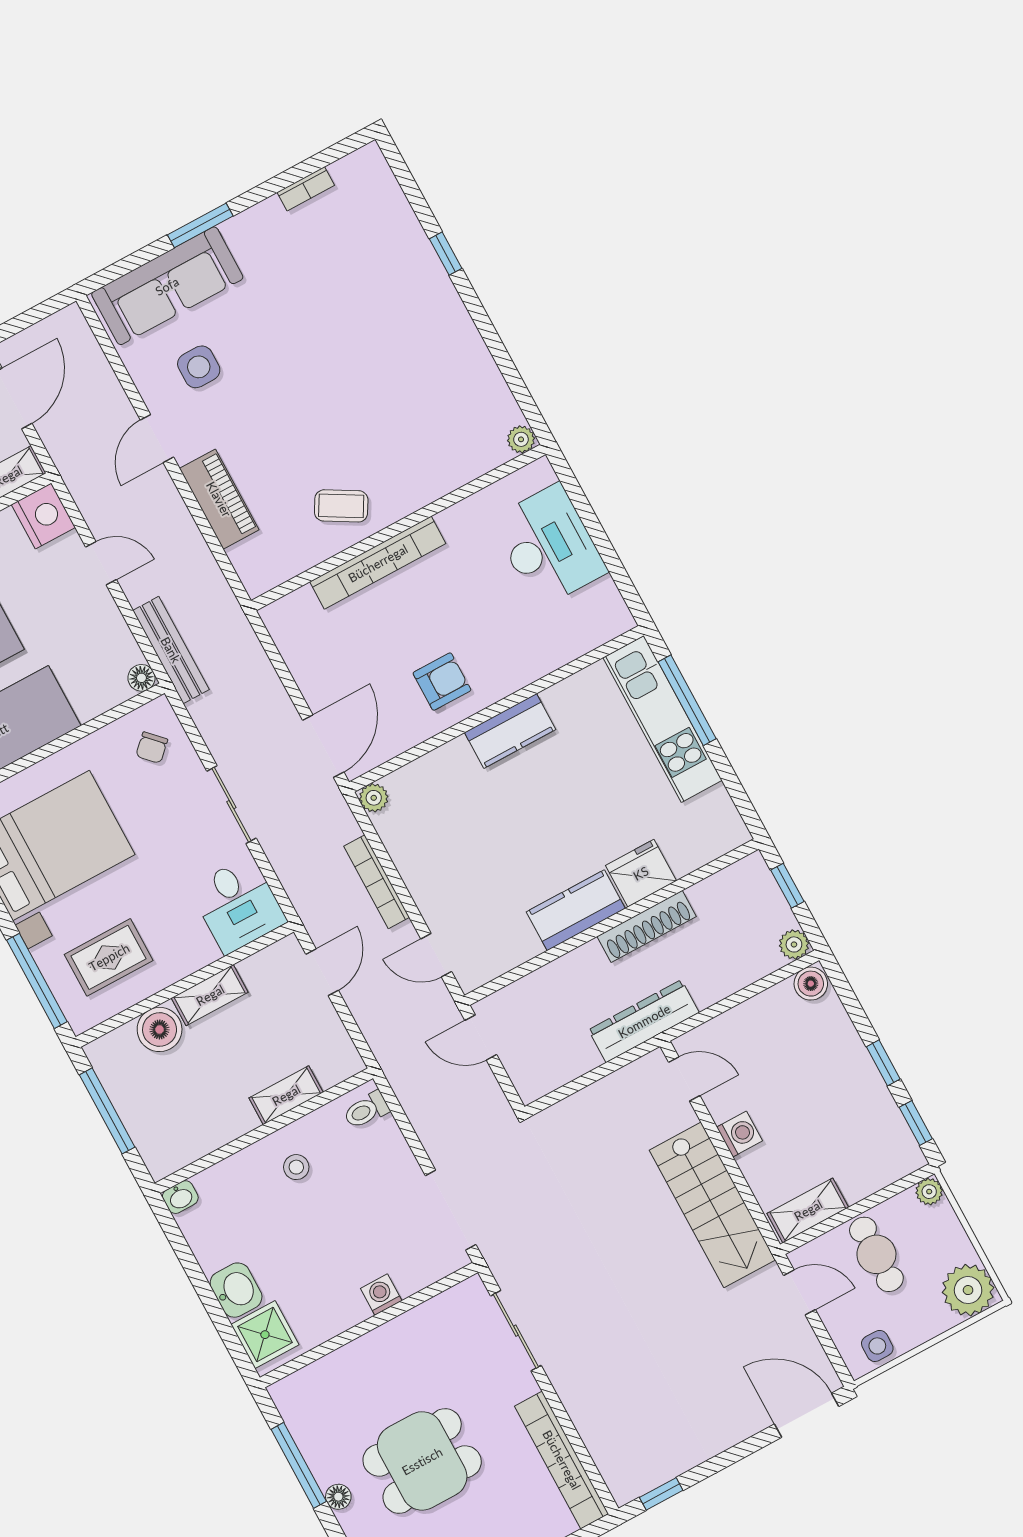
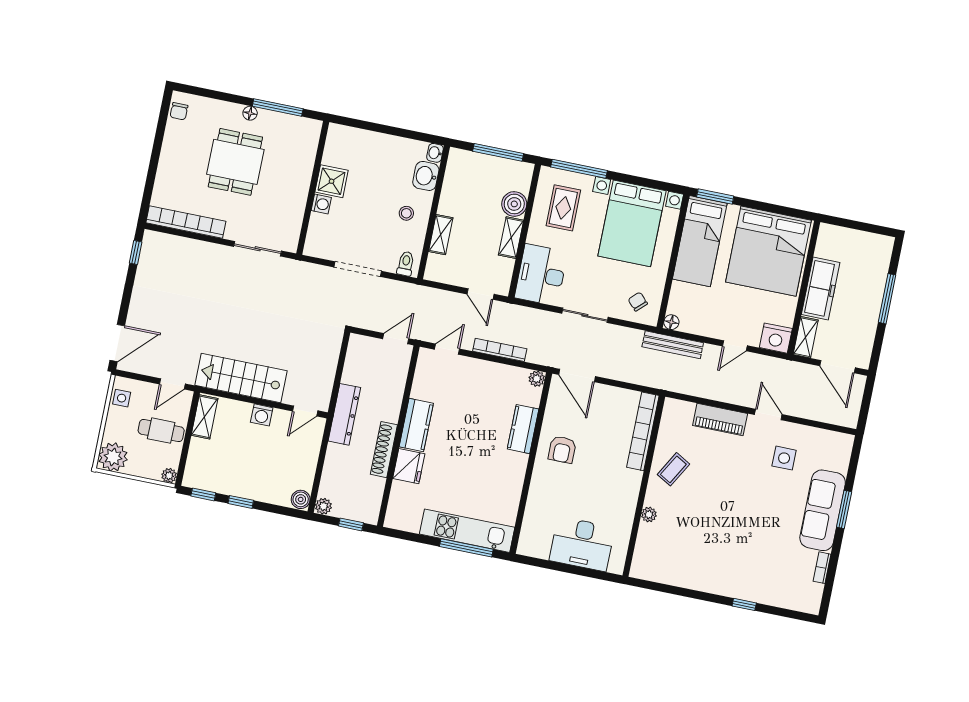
sofa: (167, 286) -> (823, 510), moved
plant: (521, 439) -> (649, 515), moved
bookcase: (378, 563) -> (643, 431), moved
kitchen counter: (510, 731) -> (523, 429), moved
desk: (238, 905) -> (541, 275), width x1.37
doorway: (451, 1210) -> (358, 269), moved
washbasin: (236, 1290) -> (426, 176), moved, turned 90
shower: (265, 1335) -> (332, 181), moved

